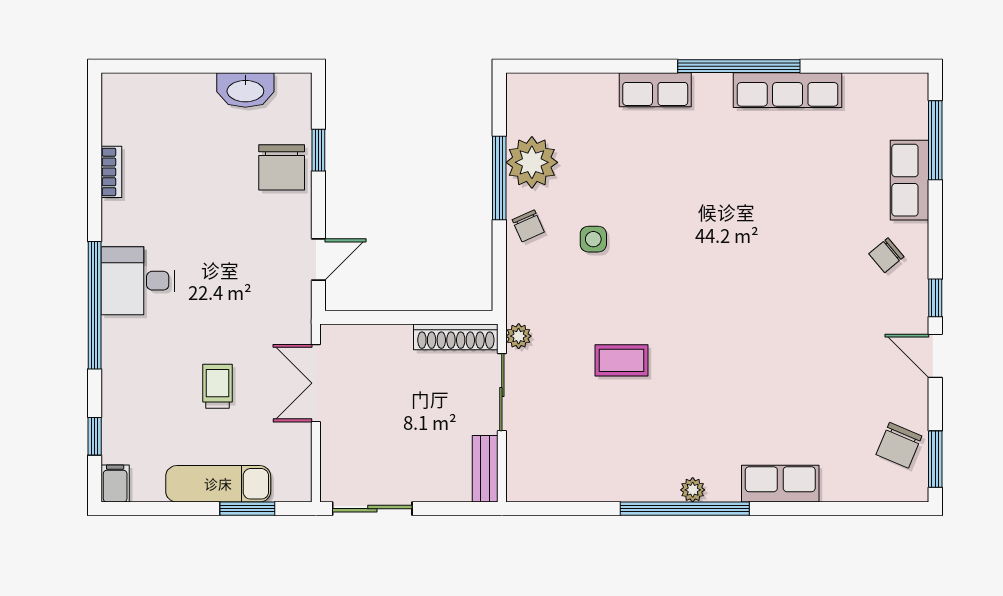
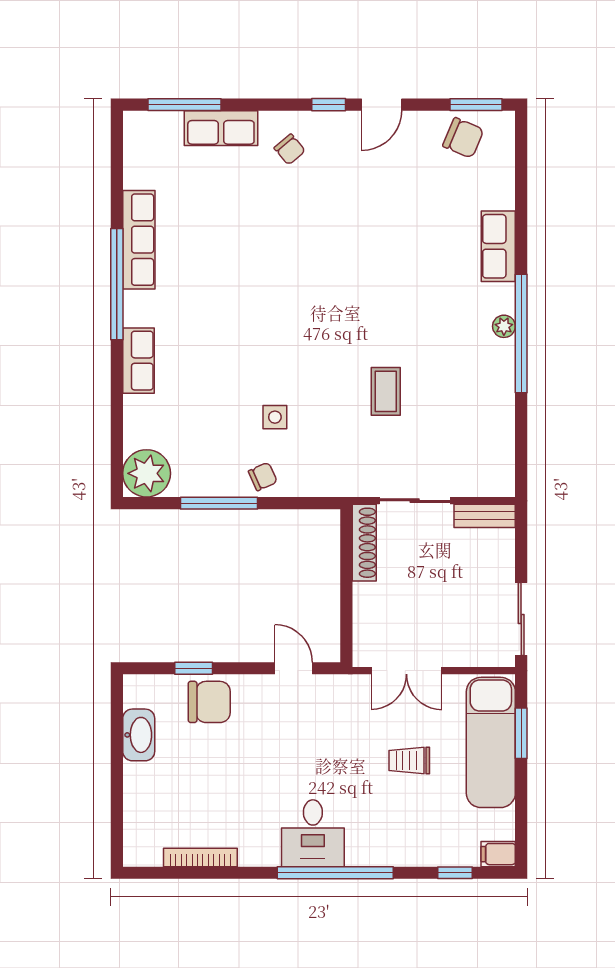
plant: (532, 162) -> (147, 473), moved
bookcase: (111, 172) -> (200, 857), width x1.56
plant: (519, 336) -> (364, 485), removed
exam couch: (218, 484) -> (491, 742), width x1.36, depth x1.45

